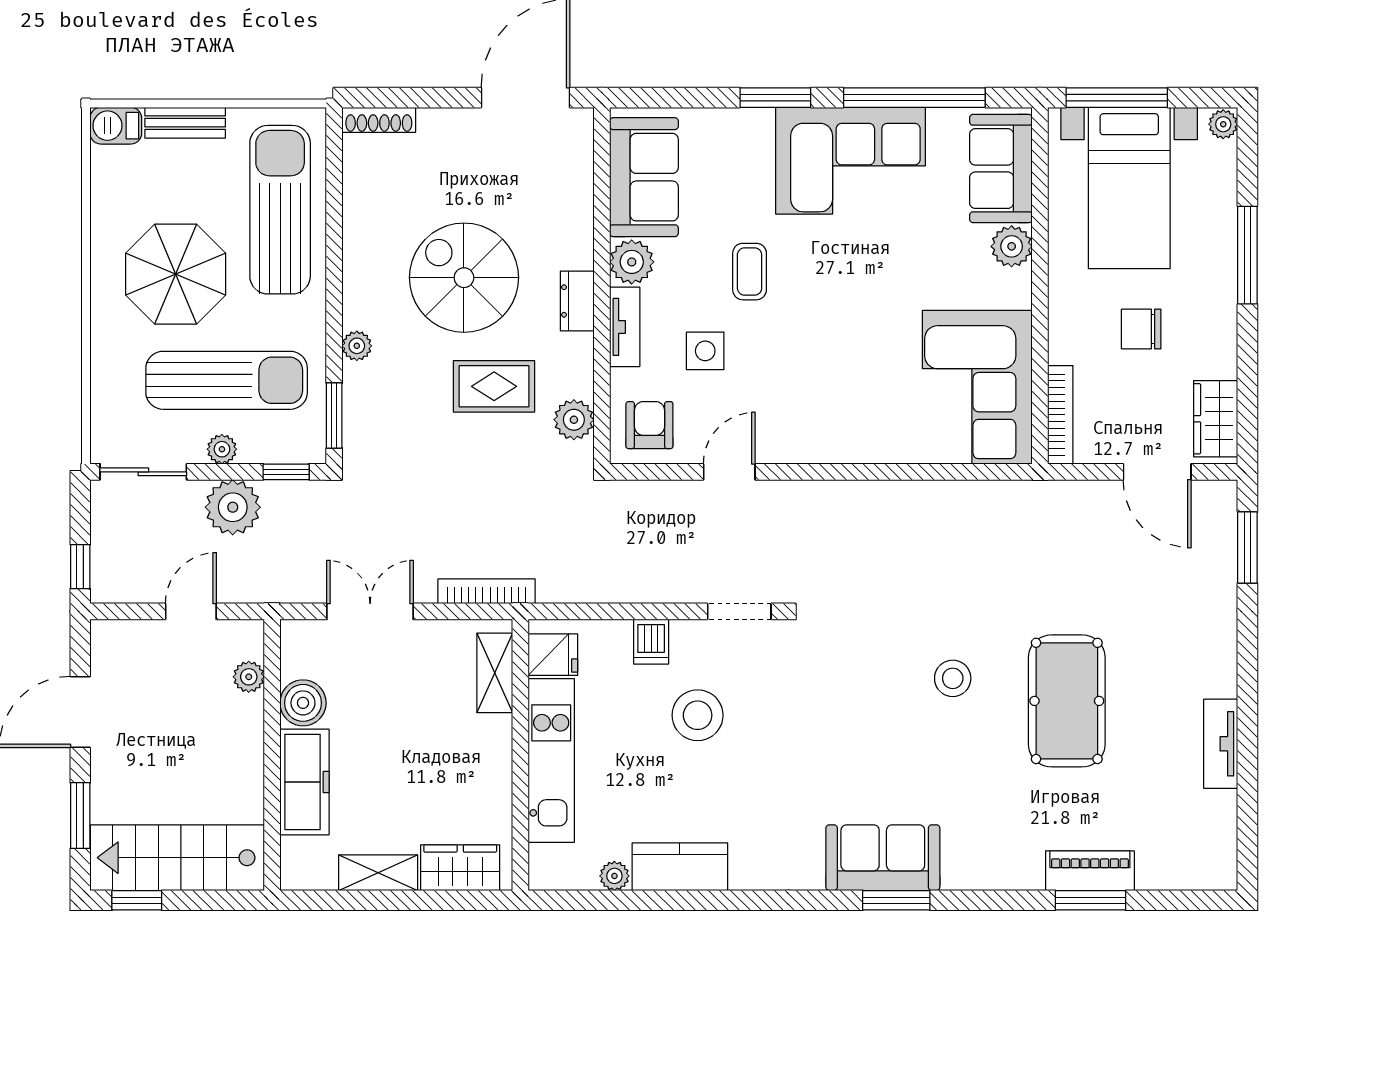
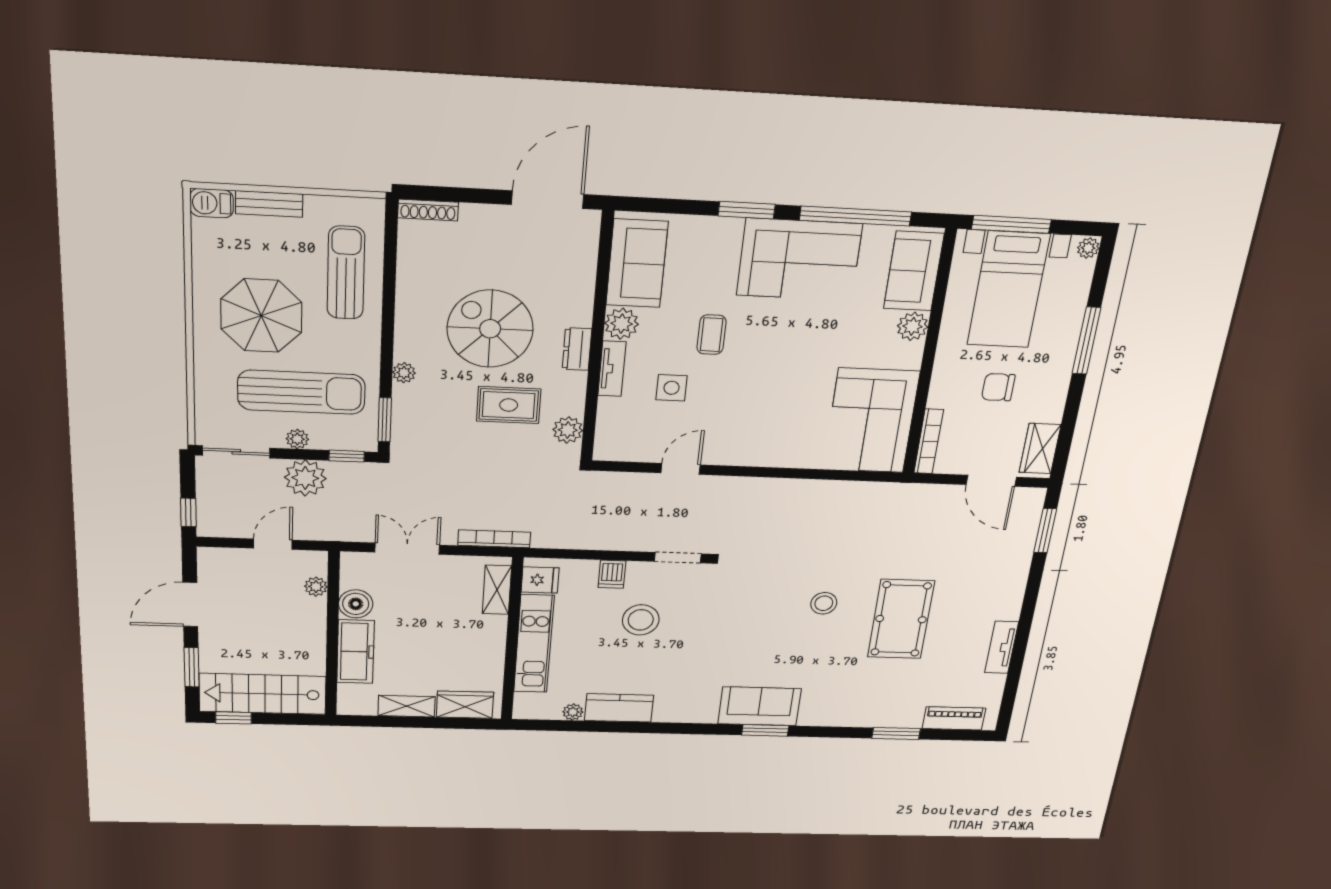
sun lounger: (280, 210) -> (346, 273), width x0.73, depth x0.75
armchair: (649, 425) -> (624, 436), removed
piano: (1090, 871) -> (954, 718), moved

